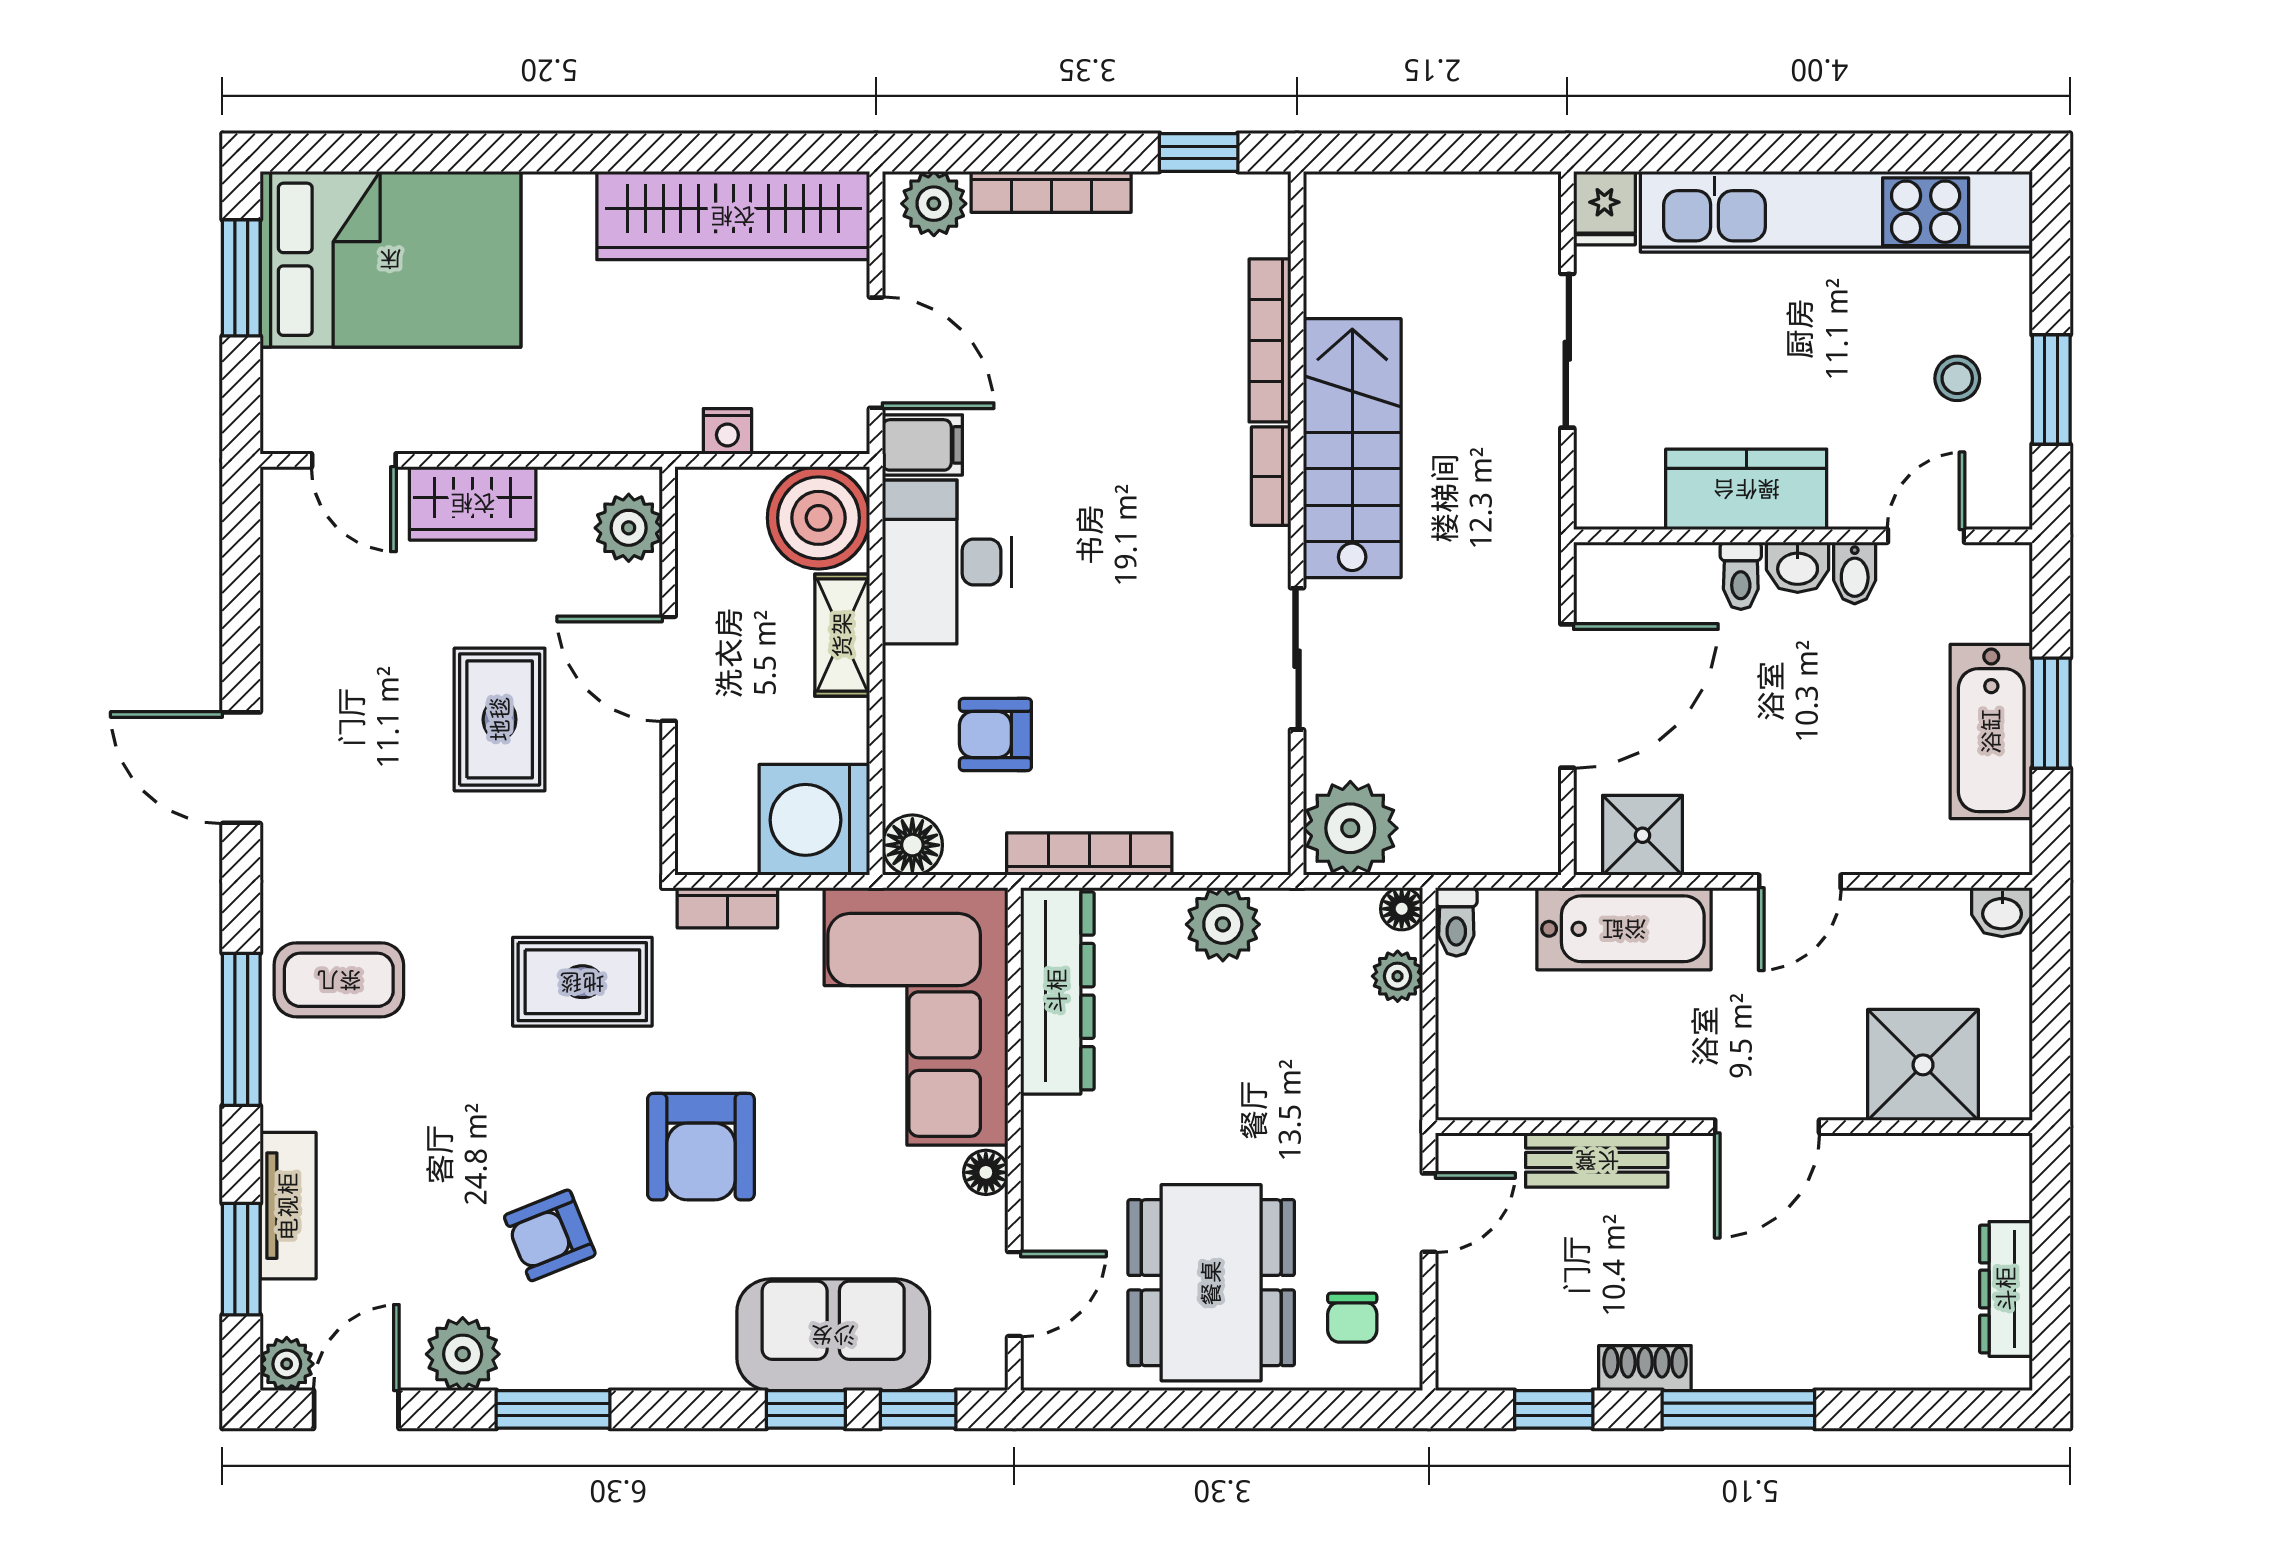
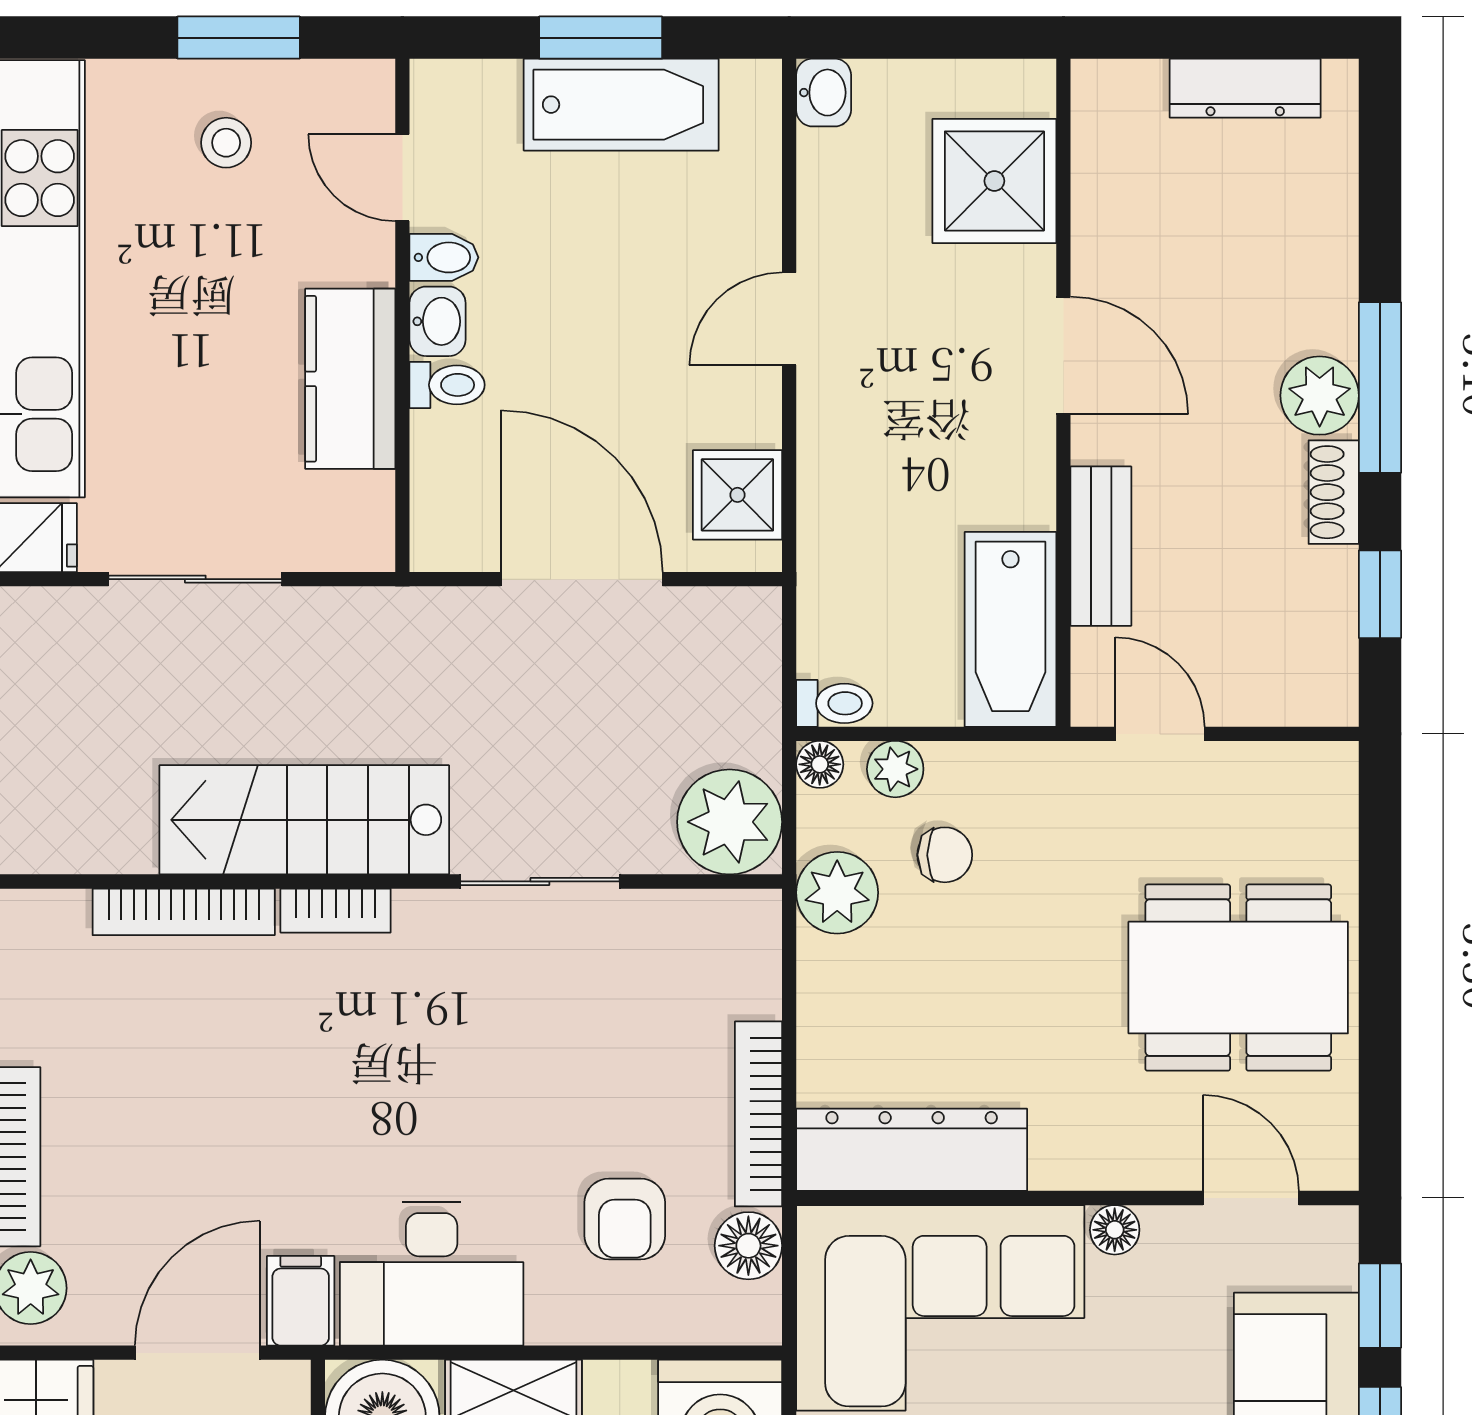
floor lamp: (912, 845) -> (748, 1246), moved
door: (1800, 881) -> (789, 319), swing flipped
plant: (1223, 924) -> (837, 893), moved
bathtub: (1624, 929) -> (1010, 629), moved, turned 180
chair: (1352, 1318) -> (945, 855), moved
plant: (1731, 1355) -> (1320, 396), added

